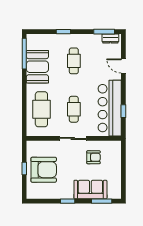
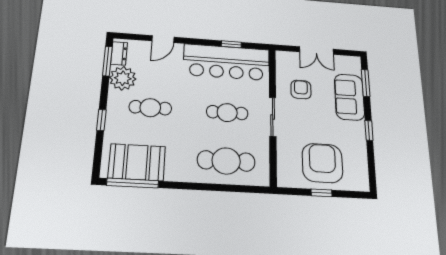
plant: (93, 42) -> (123, 78), added
booth: (37, 67) -> (137, 162), moved
double door: (123, 169) -> (316, 51), added

